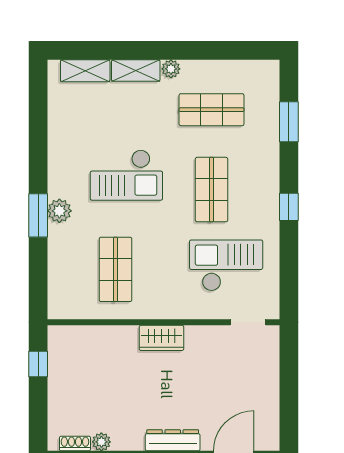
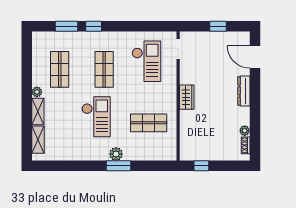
shop shelf: (212, 190) -> (104, 69), turned 90
window: (289, 207) -> (94, 26), moved
checkout: (226, 265) -> (146, 61), turned 180
window: (289, 394) -> (218, 26), added

